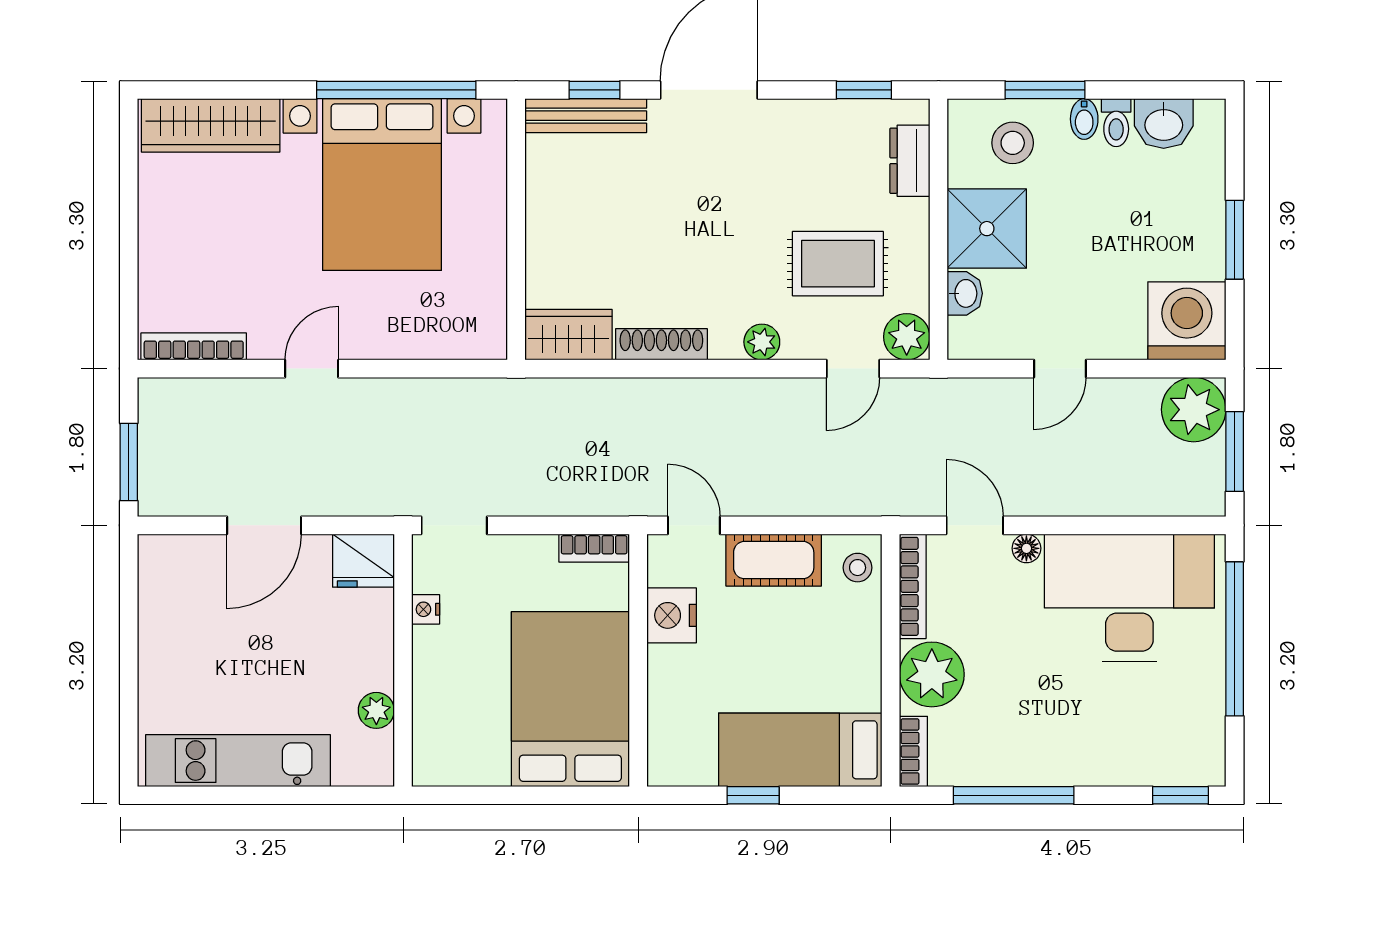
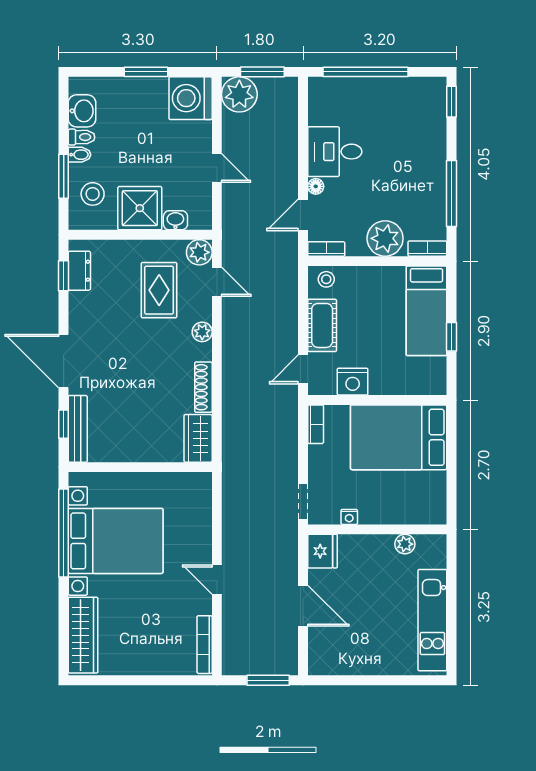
dresser: (910, 161) -> (79, 271), moved, turned -90
bookcase: (913, 586) -> (326, 249), width x0.64
desk: (1129, 598) -> (335, 152), width x0.53, depth x0.77

